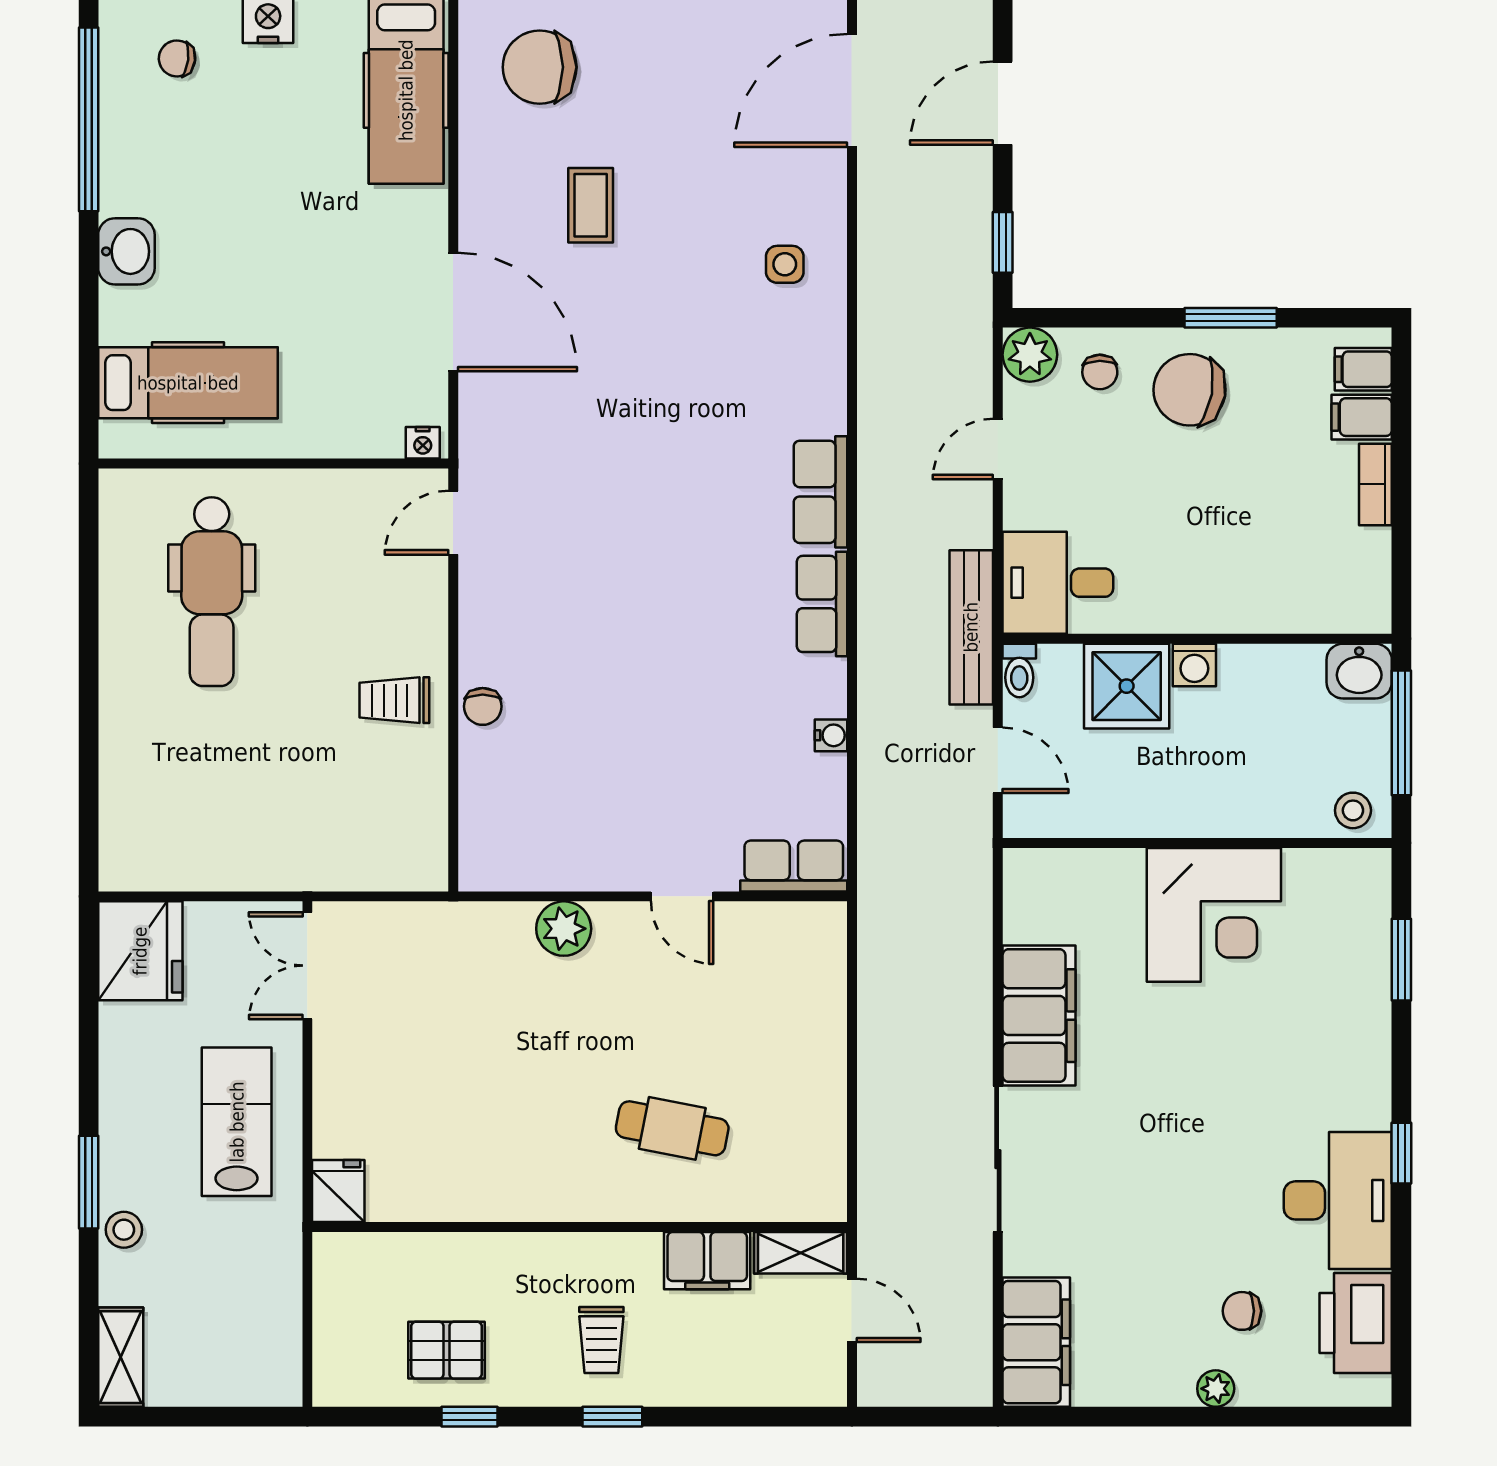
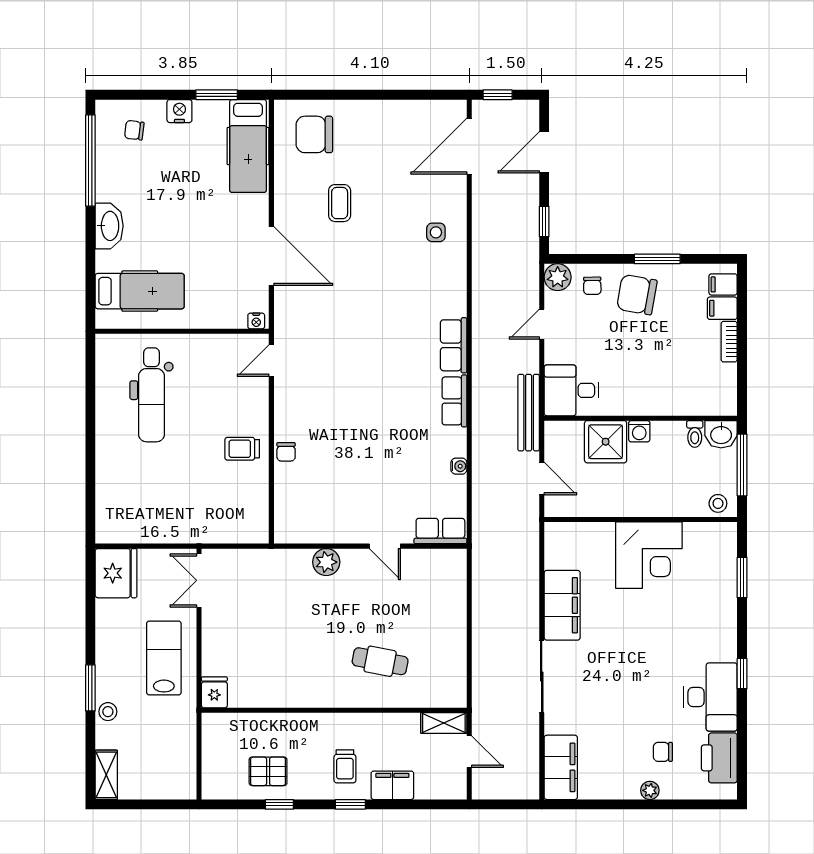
washbasin: (126, 251) -> (109, 226), width x1.38
toilet: (1019, 670) -> (695, 434), moved
filing cabinet: (707, 1261) -> (392, 785), moved, turned 180

